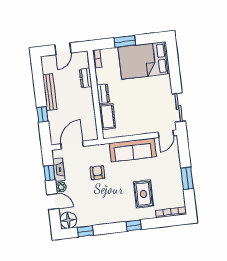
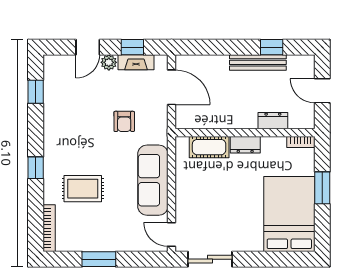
window: (42, 114) -> (272, 47), moved
armchair: (97, 173) -> (124, 121), turned 90
floor lamp: (68, 220) -> (56, 67), removed

